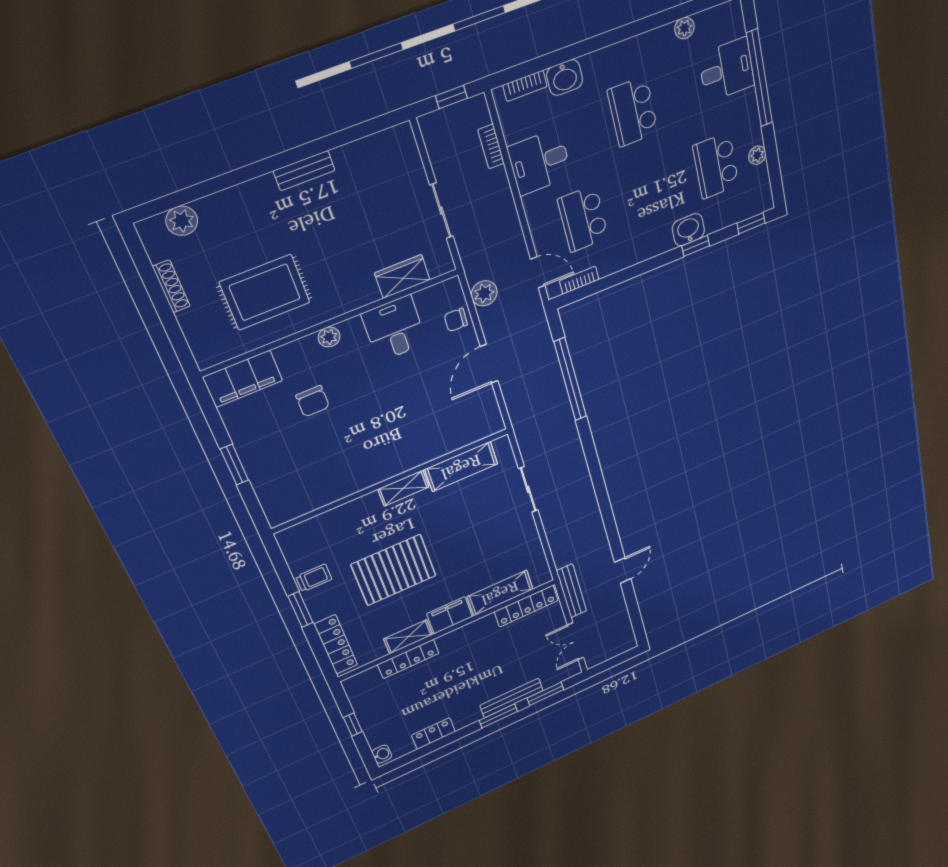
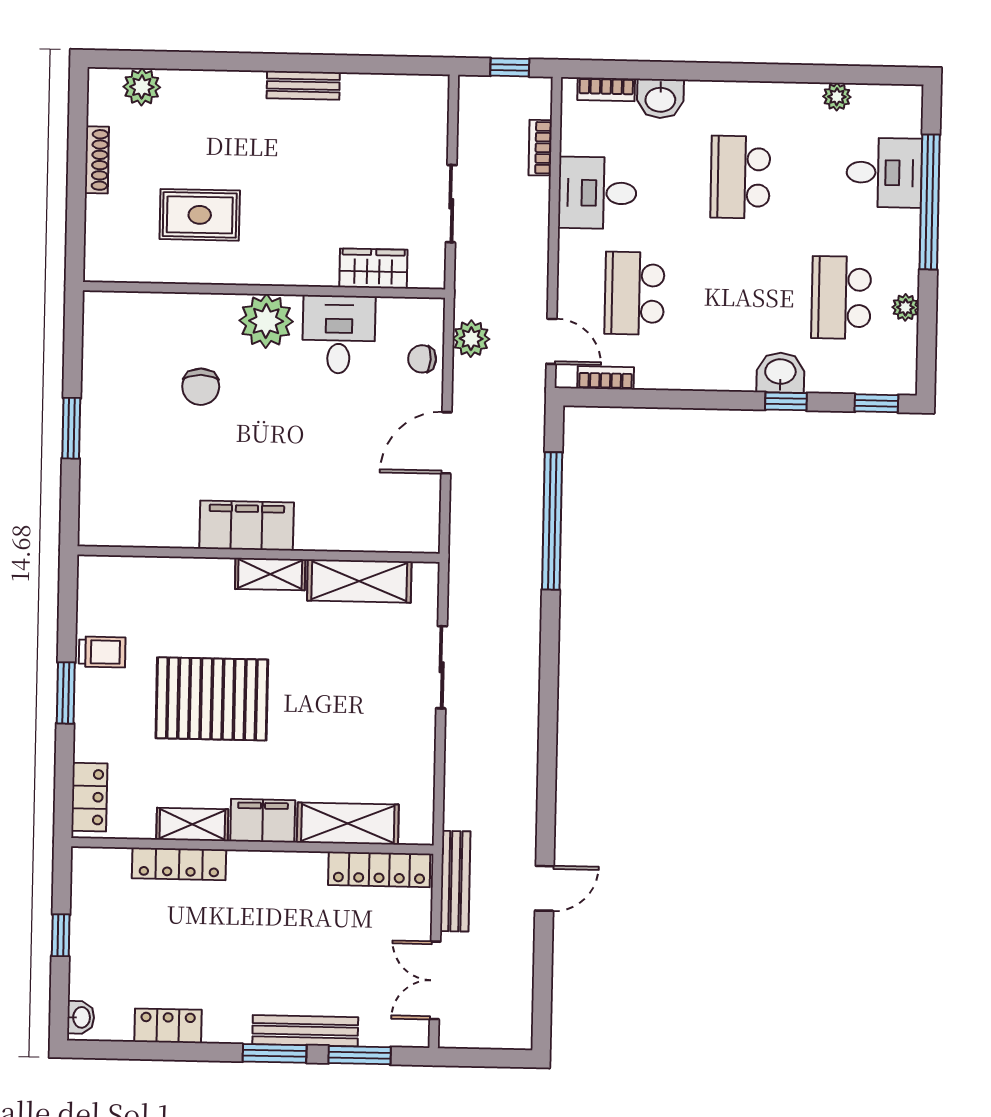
rug: (265, 292) -> (200, 215), width x0.73, depth x0.70
plant: (329, 337) -> (266, 321), width x1.87, depth x1.87
filing cabinet: (243, 379) -> (247, 526), moved, turned 180
locker: (336, 645) -> (89, 797), width x0.66

